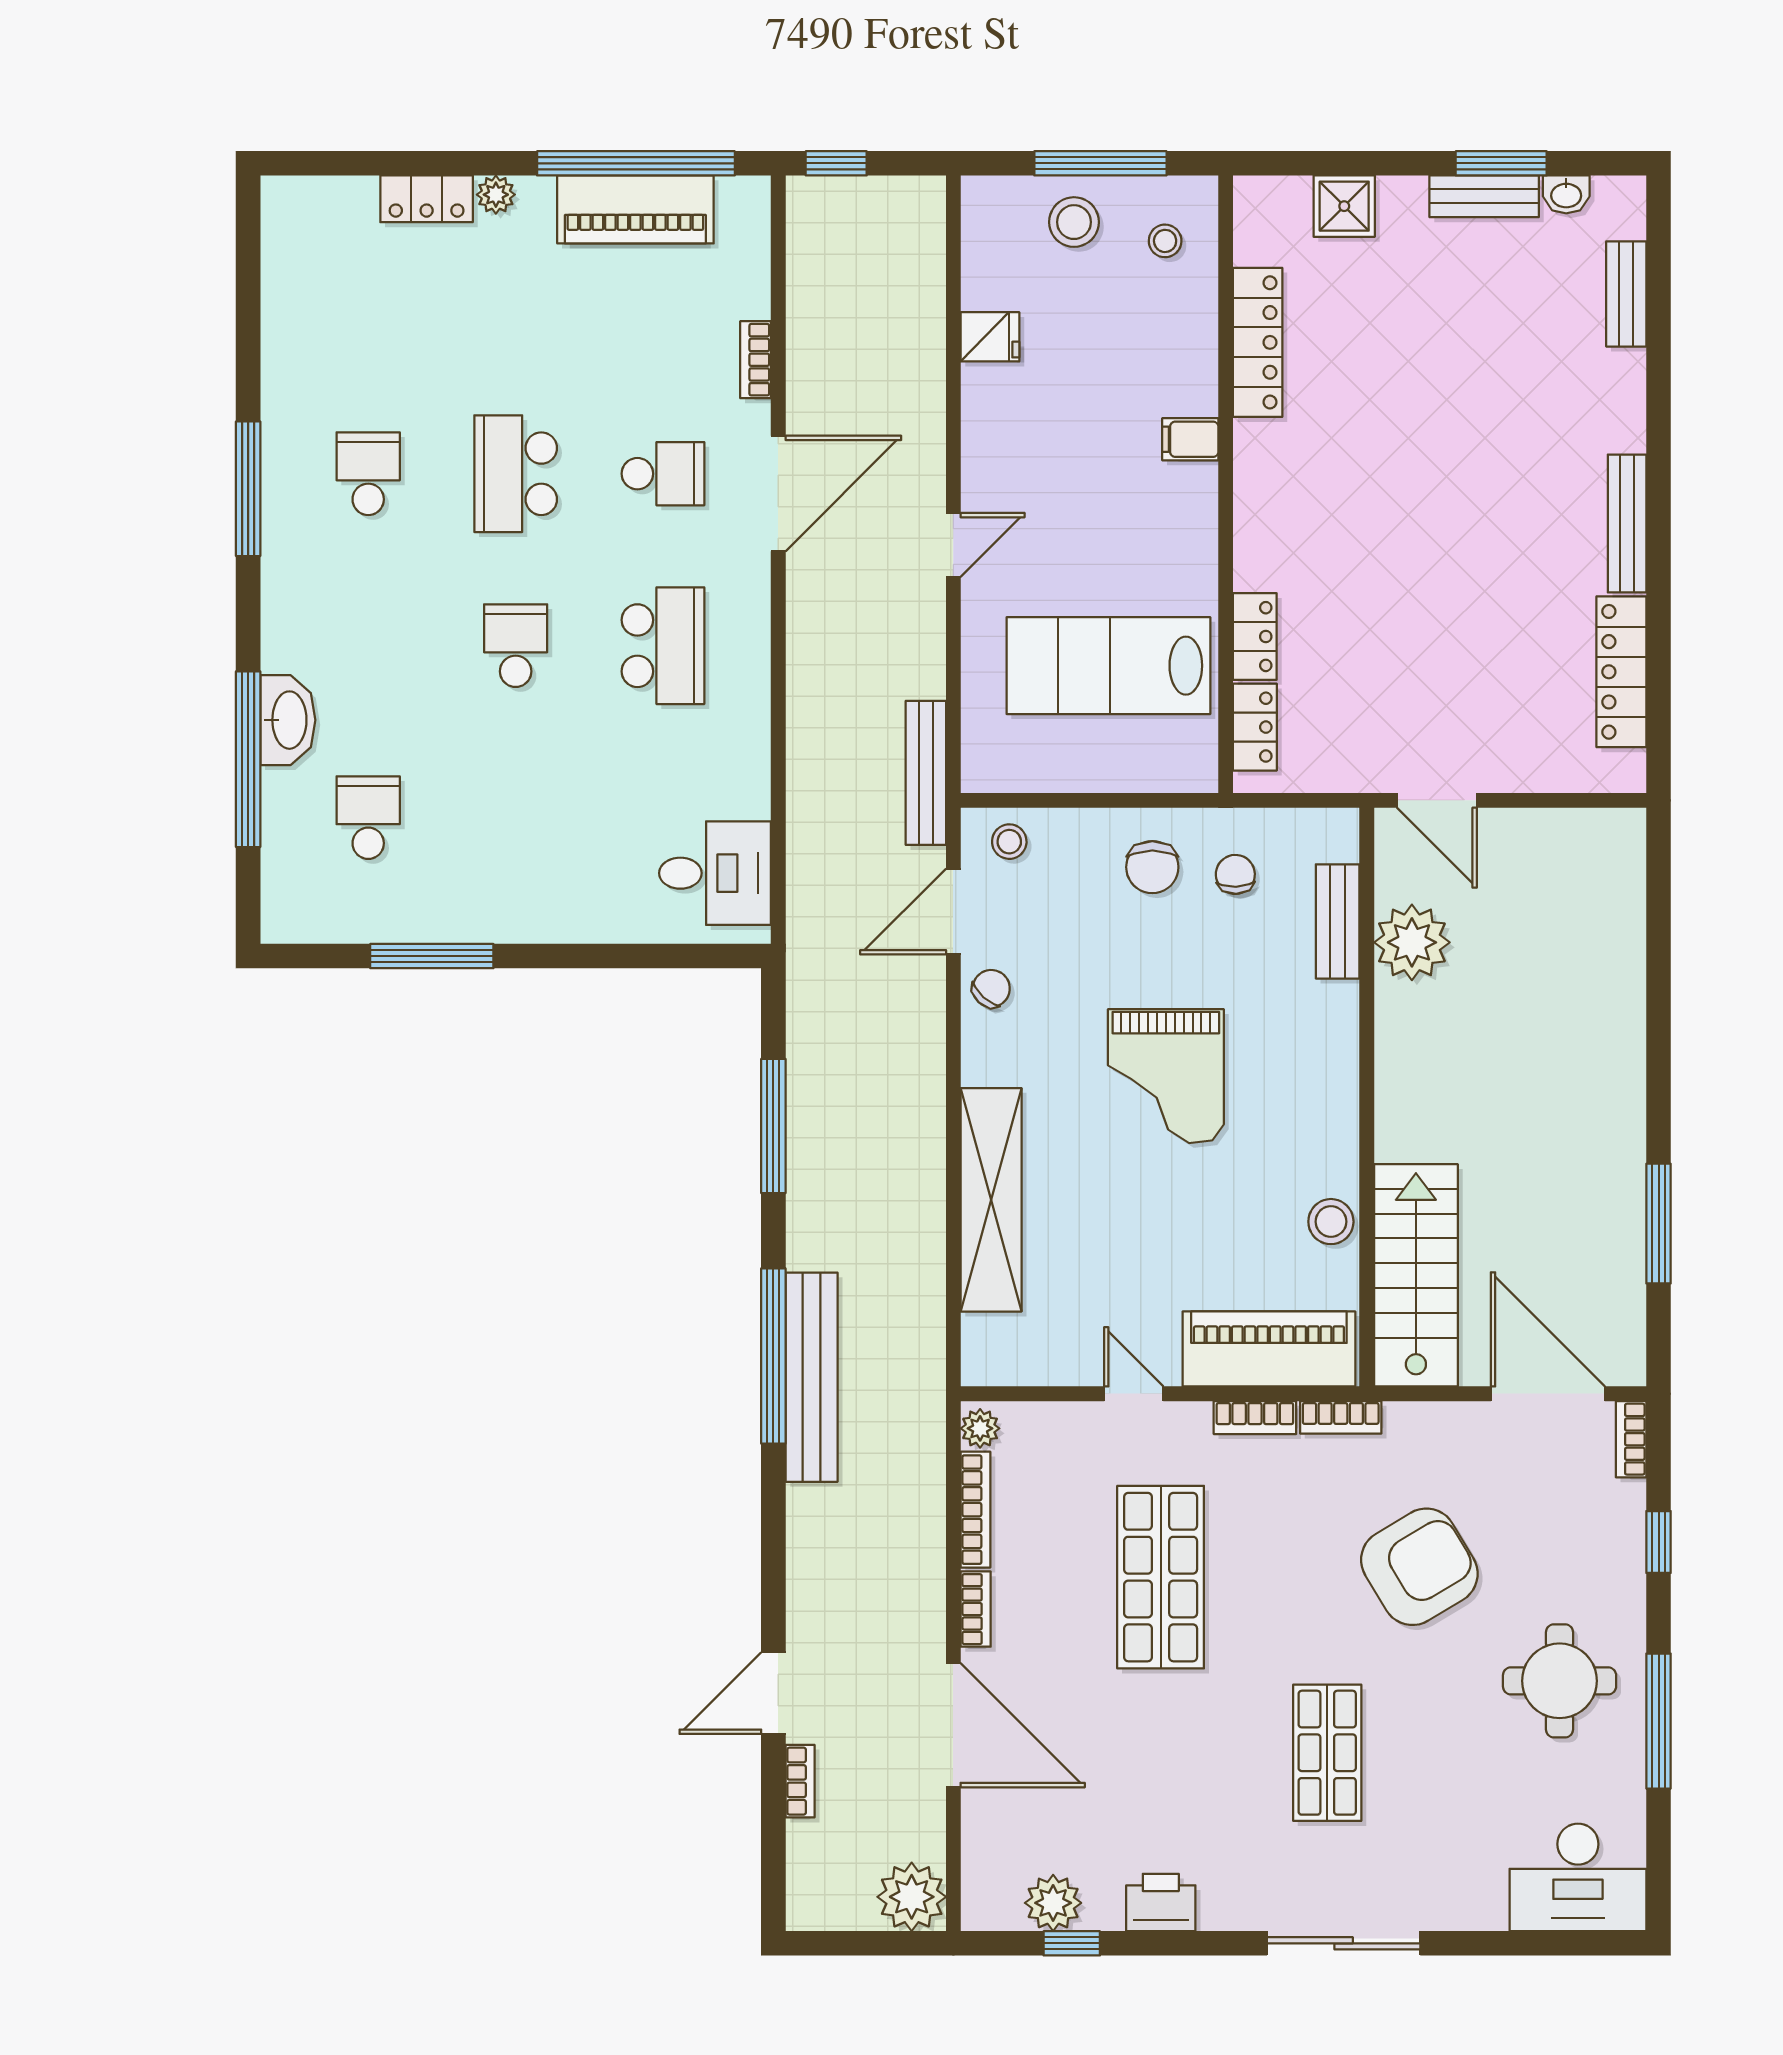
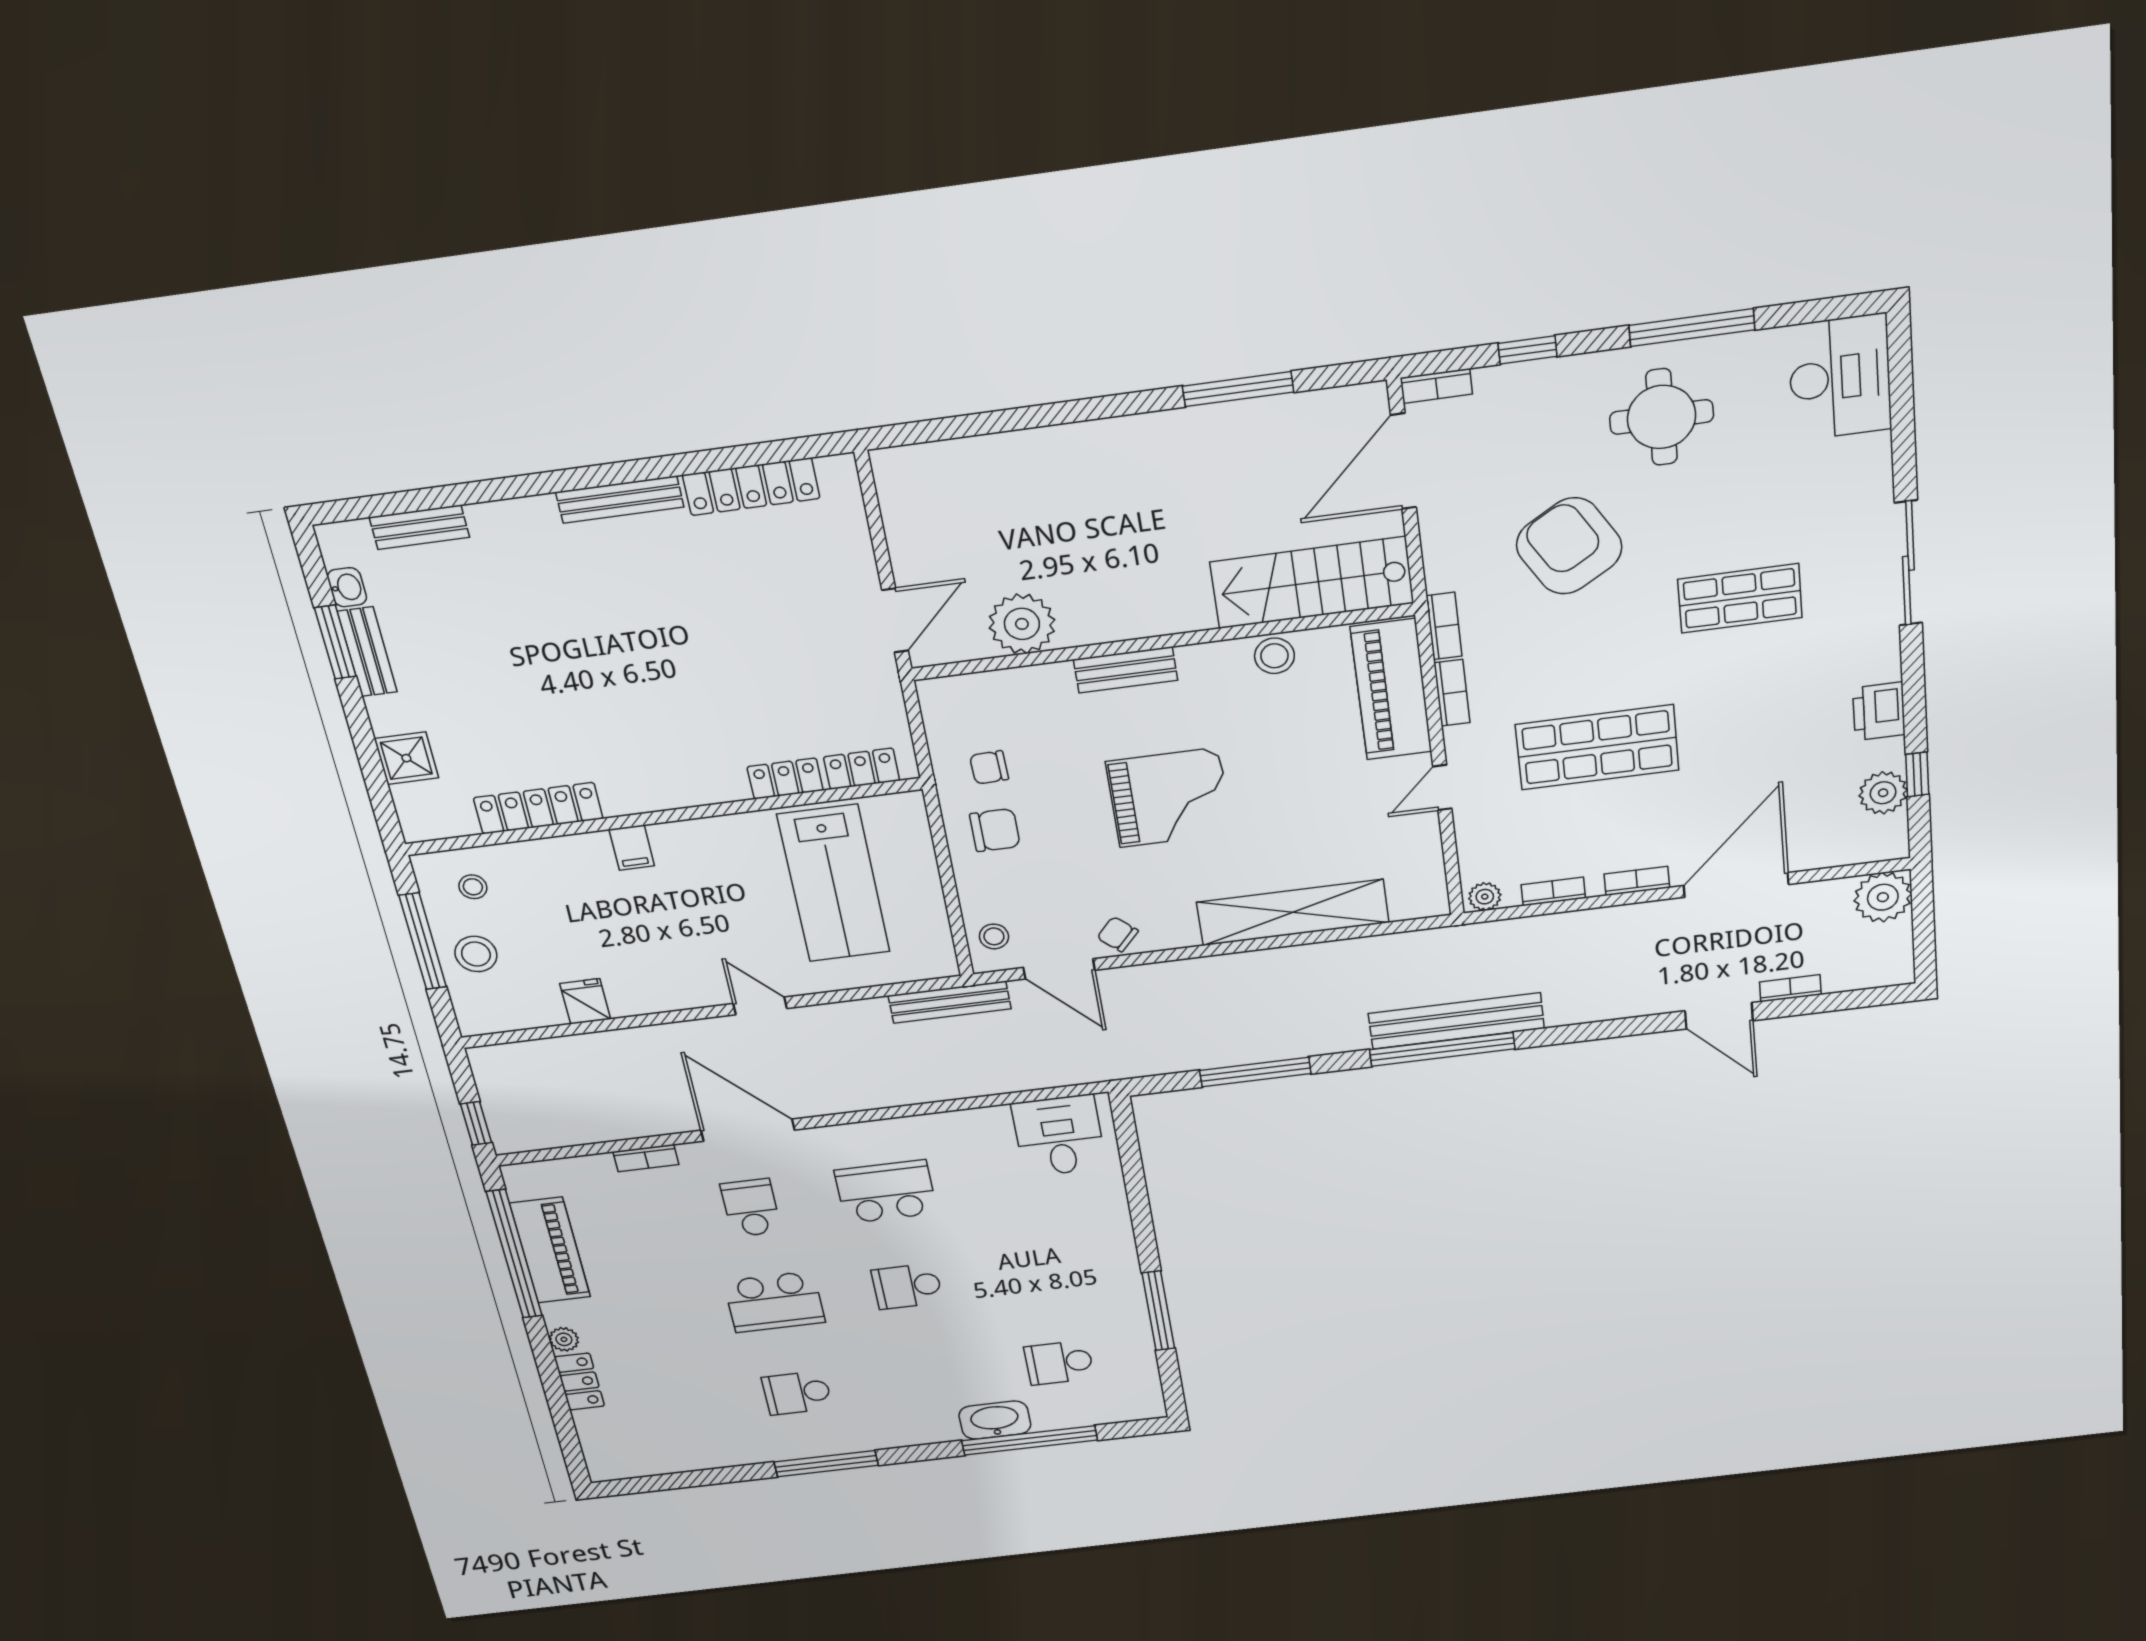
bench: (1338, 921) -> (1125, 670), moved
bookcase: (975, 1510) -> (1553, 892), width x0.64

